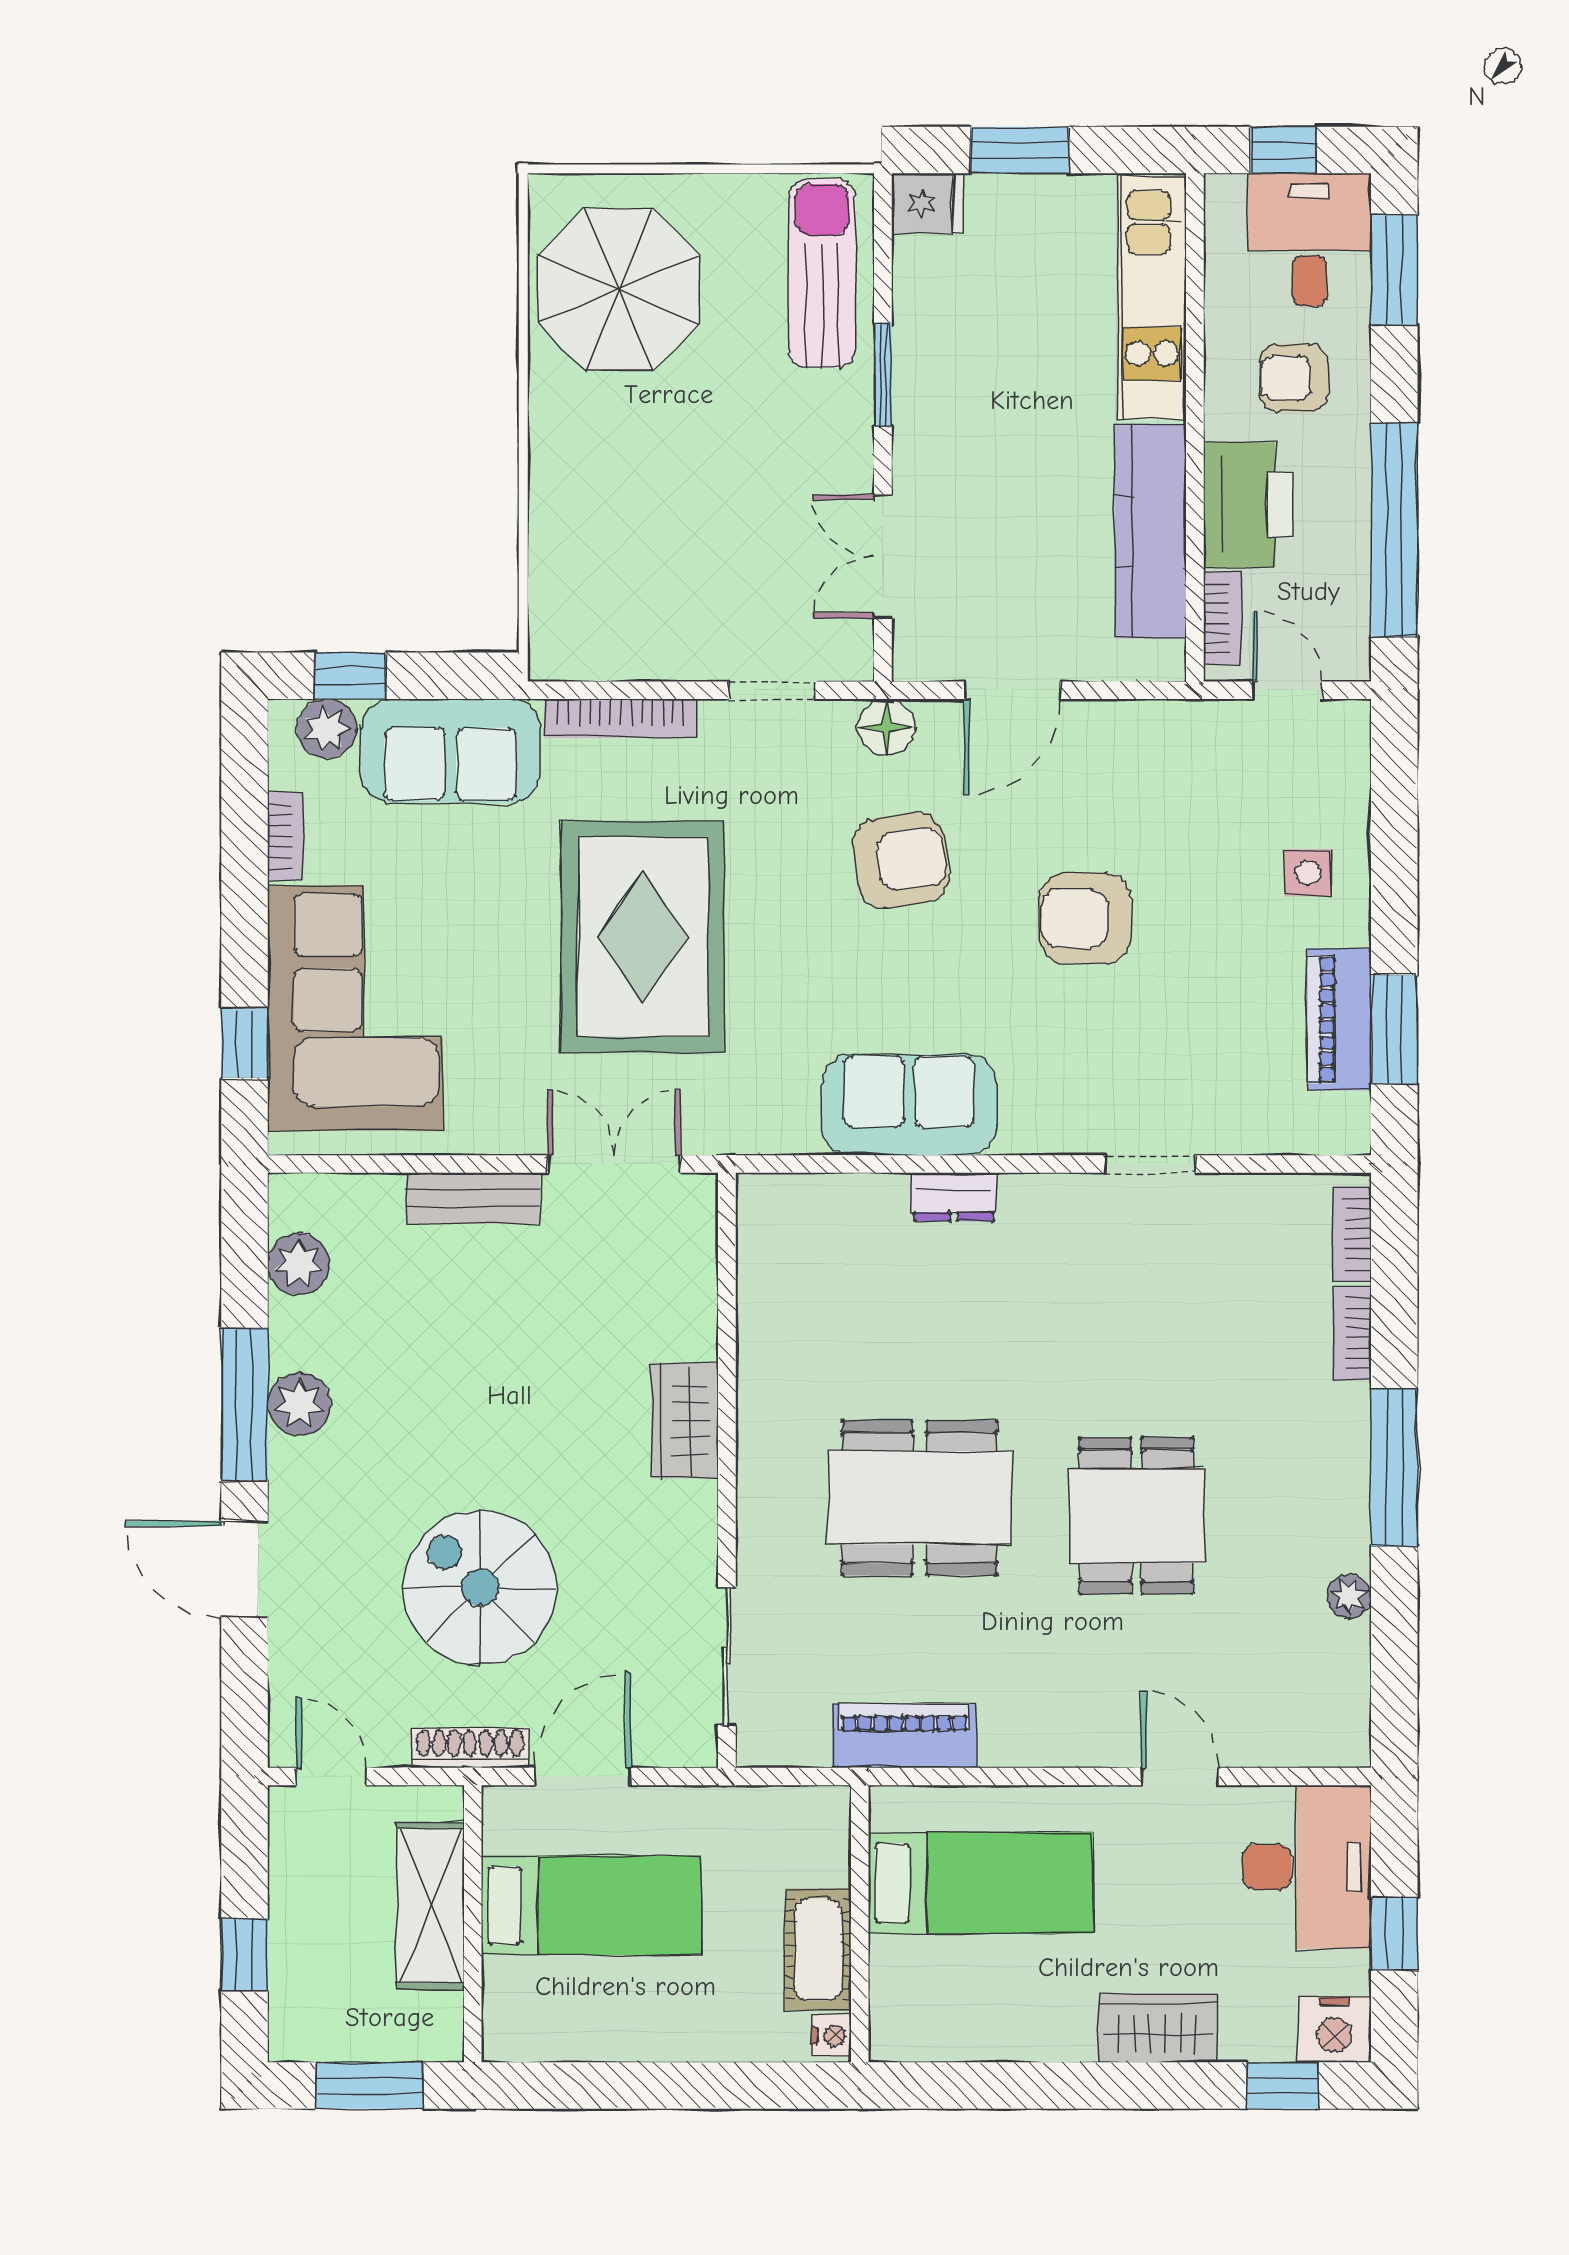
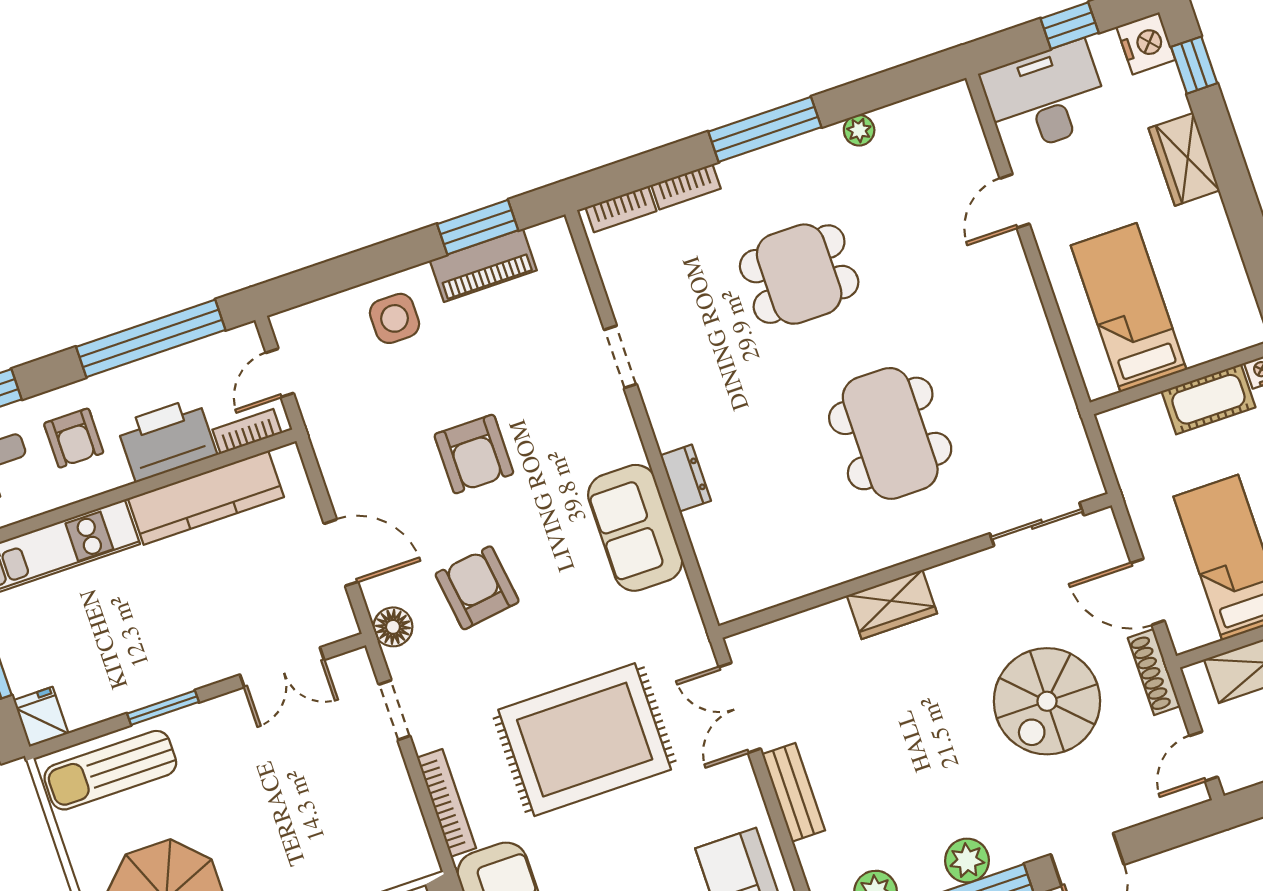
side table: (1308, 873) -> (395, 318), width x1.37, depth x1.37
dining table: (1136, 1516) -> (799, 274), moved
piano: (904, 1736) -> (1049, 391), removed

